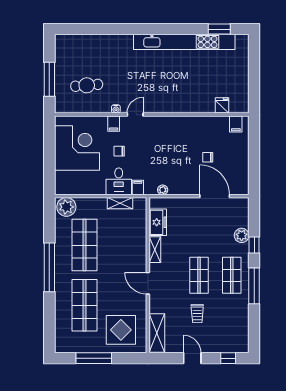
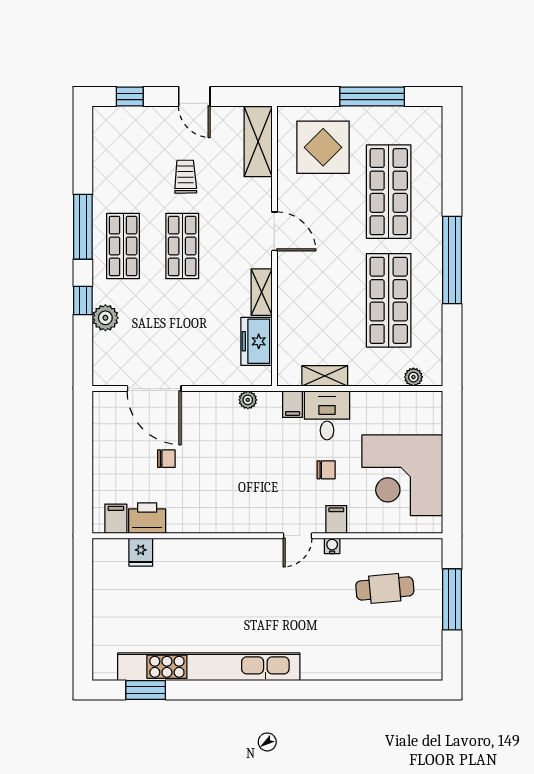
printer: (218, 124) -> (147, 518), added
plant: (66, 207) -> (413, 377), width x0.53, depth x0.53

